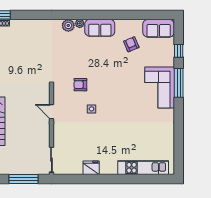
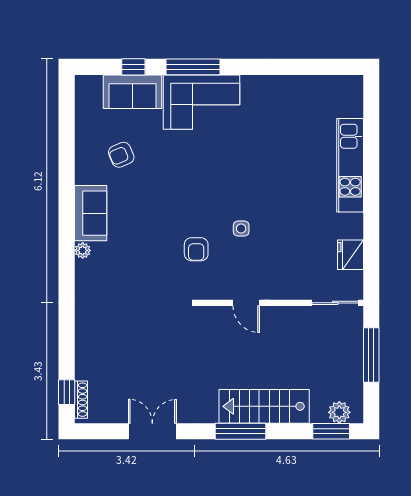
plant: (68, 25) -> (86, 272), removed
sofa: (159, 28) -> (133, 92), moved, turned 90
door: (51, 112) -> (246, 303), hinge flipped
fridge: (91, 168) -> (350, 255), moved
kitchen unit: (143, 168) -> (350, 165), moved

